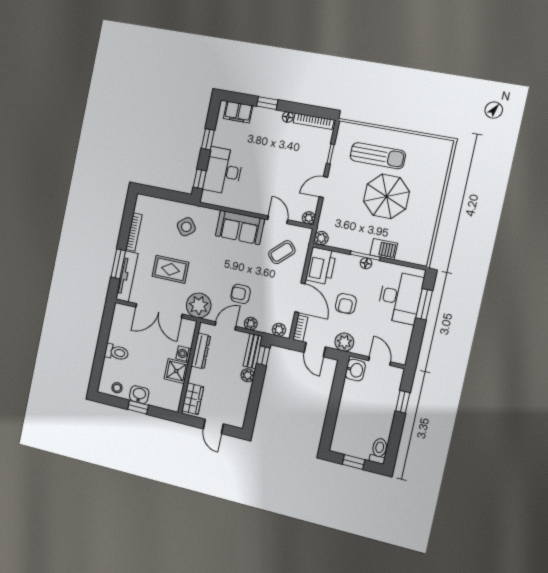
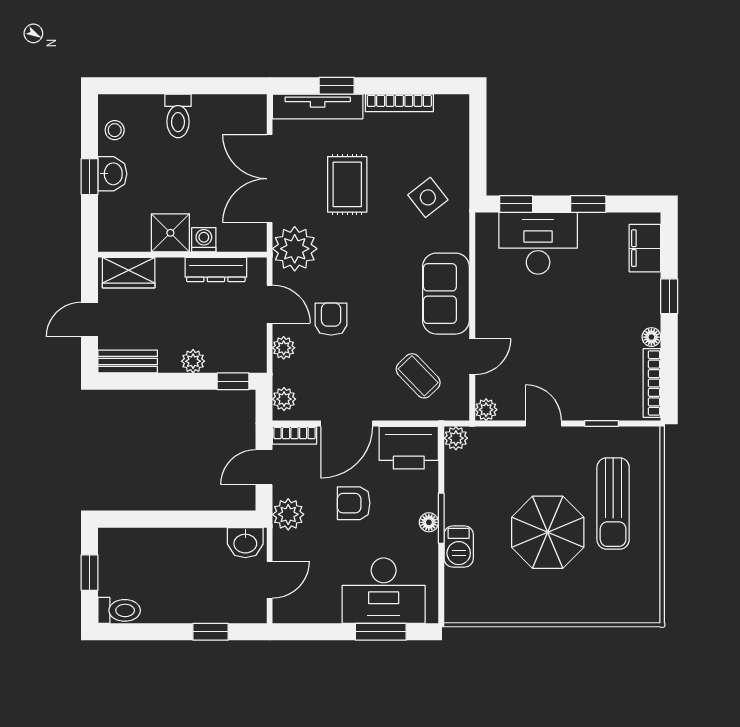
window: (118, 264) -> (337, 86), width x0.67
bench: (253, 351) -> (128, 361), moved

